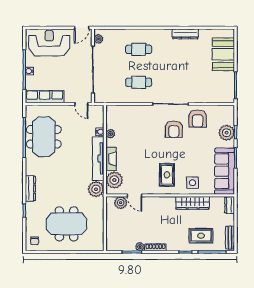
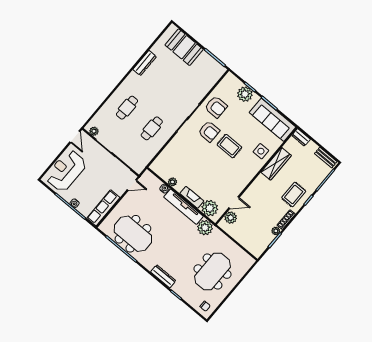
rug: (167, 175) -> (229, 146), moved
rug: (201, 236) -> (294, 194), moved

